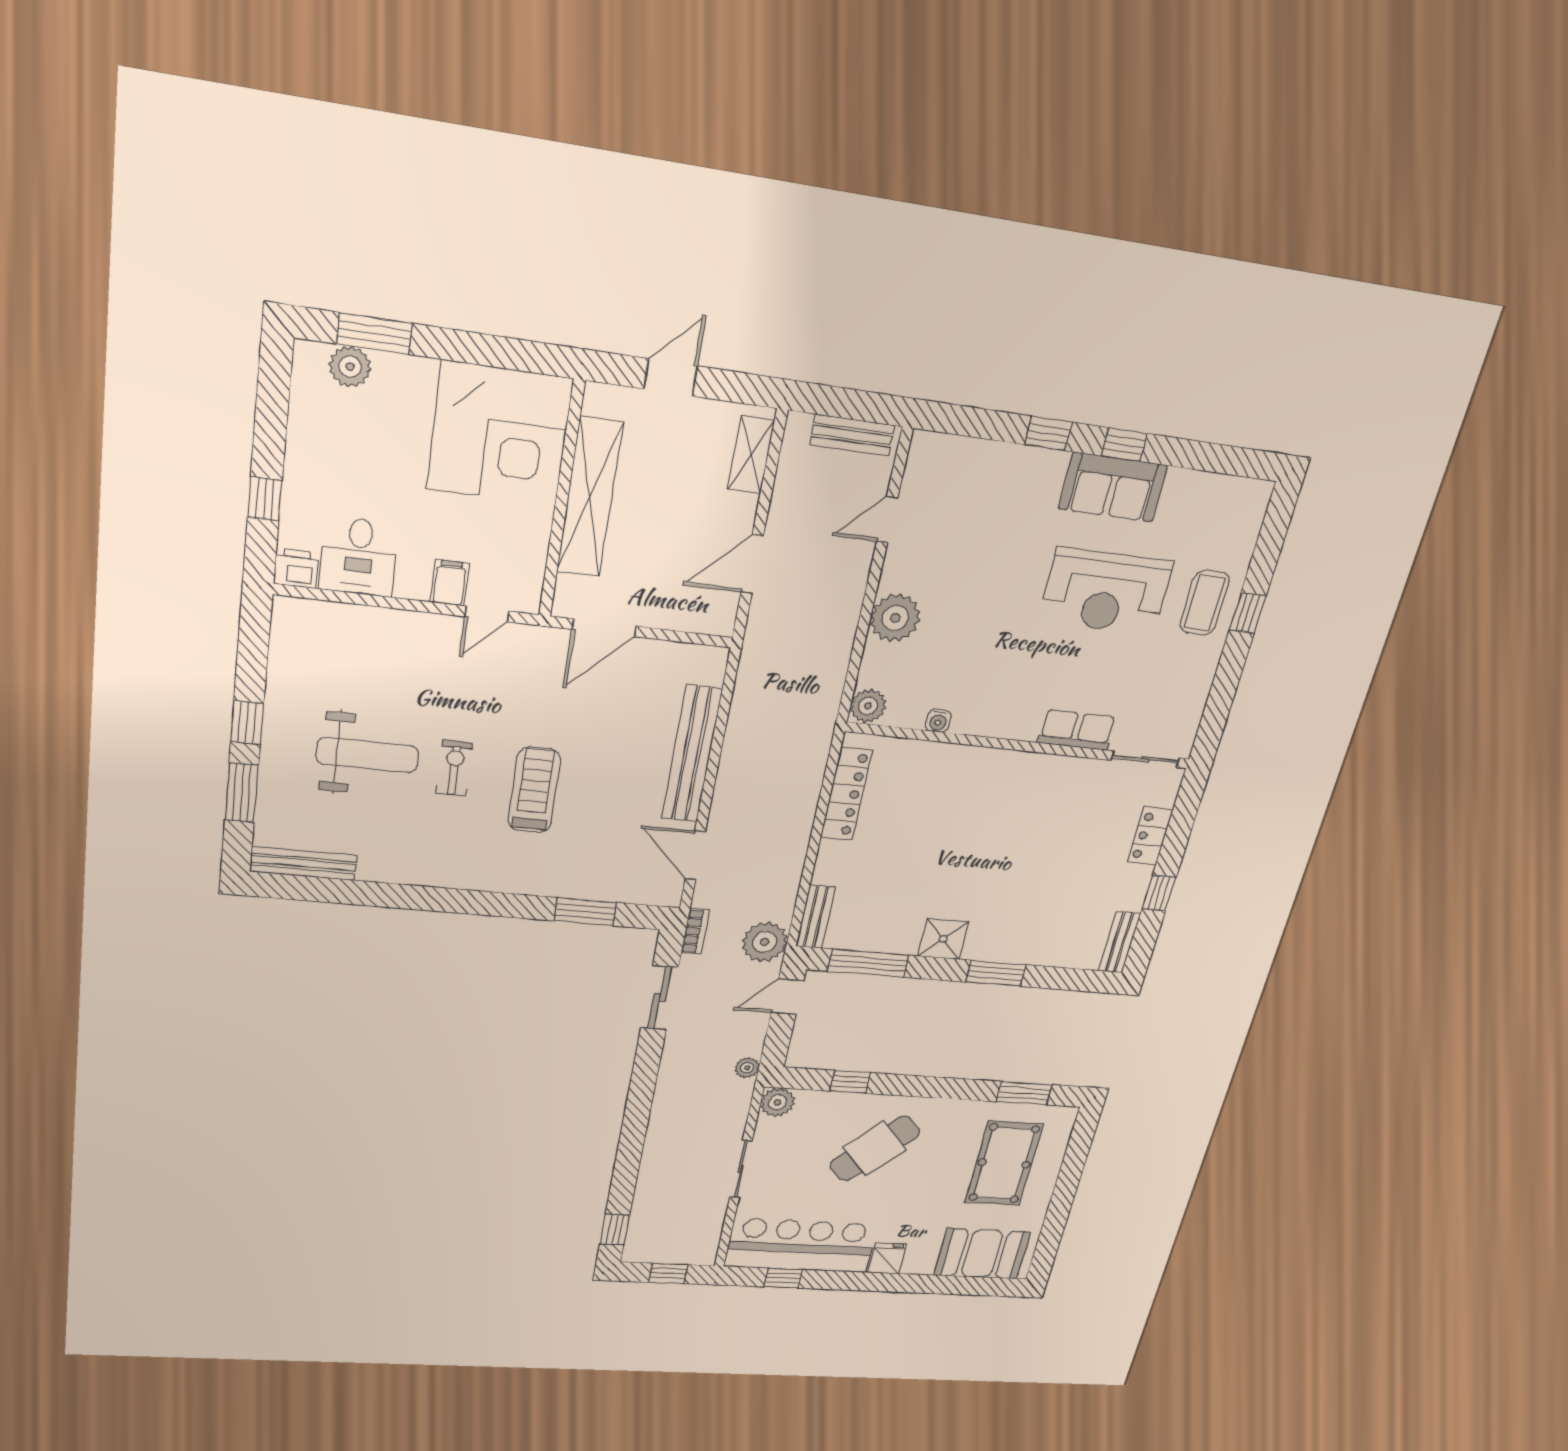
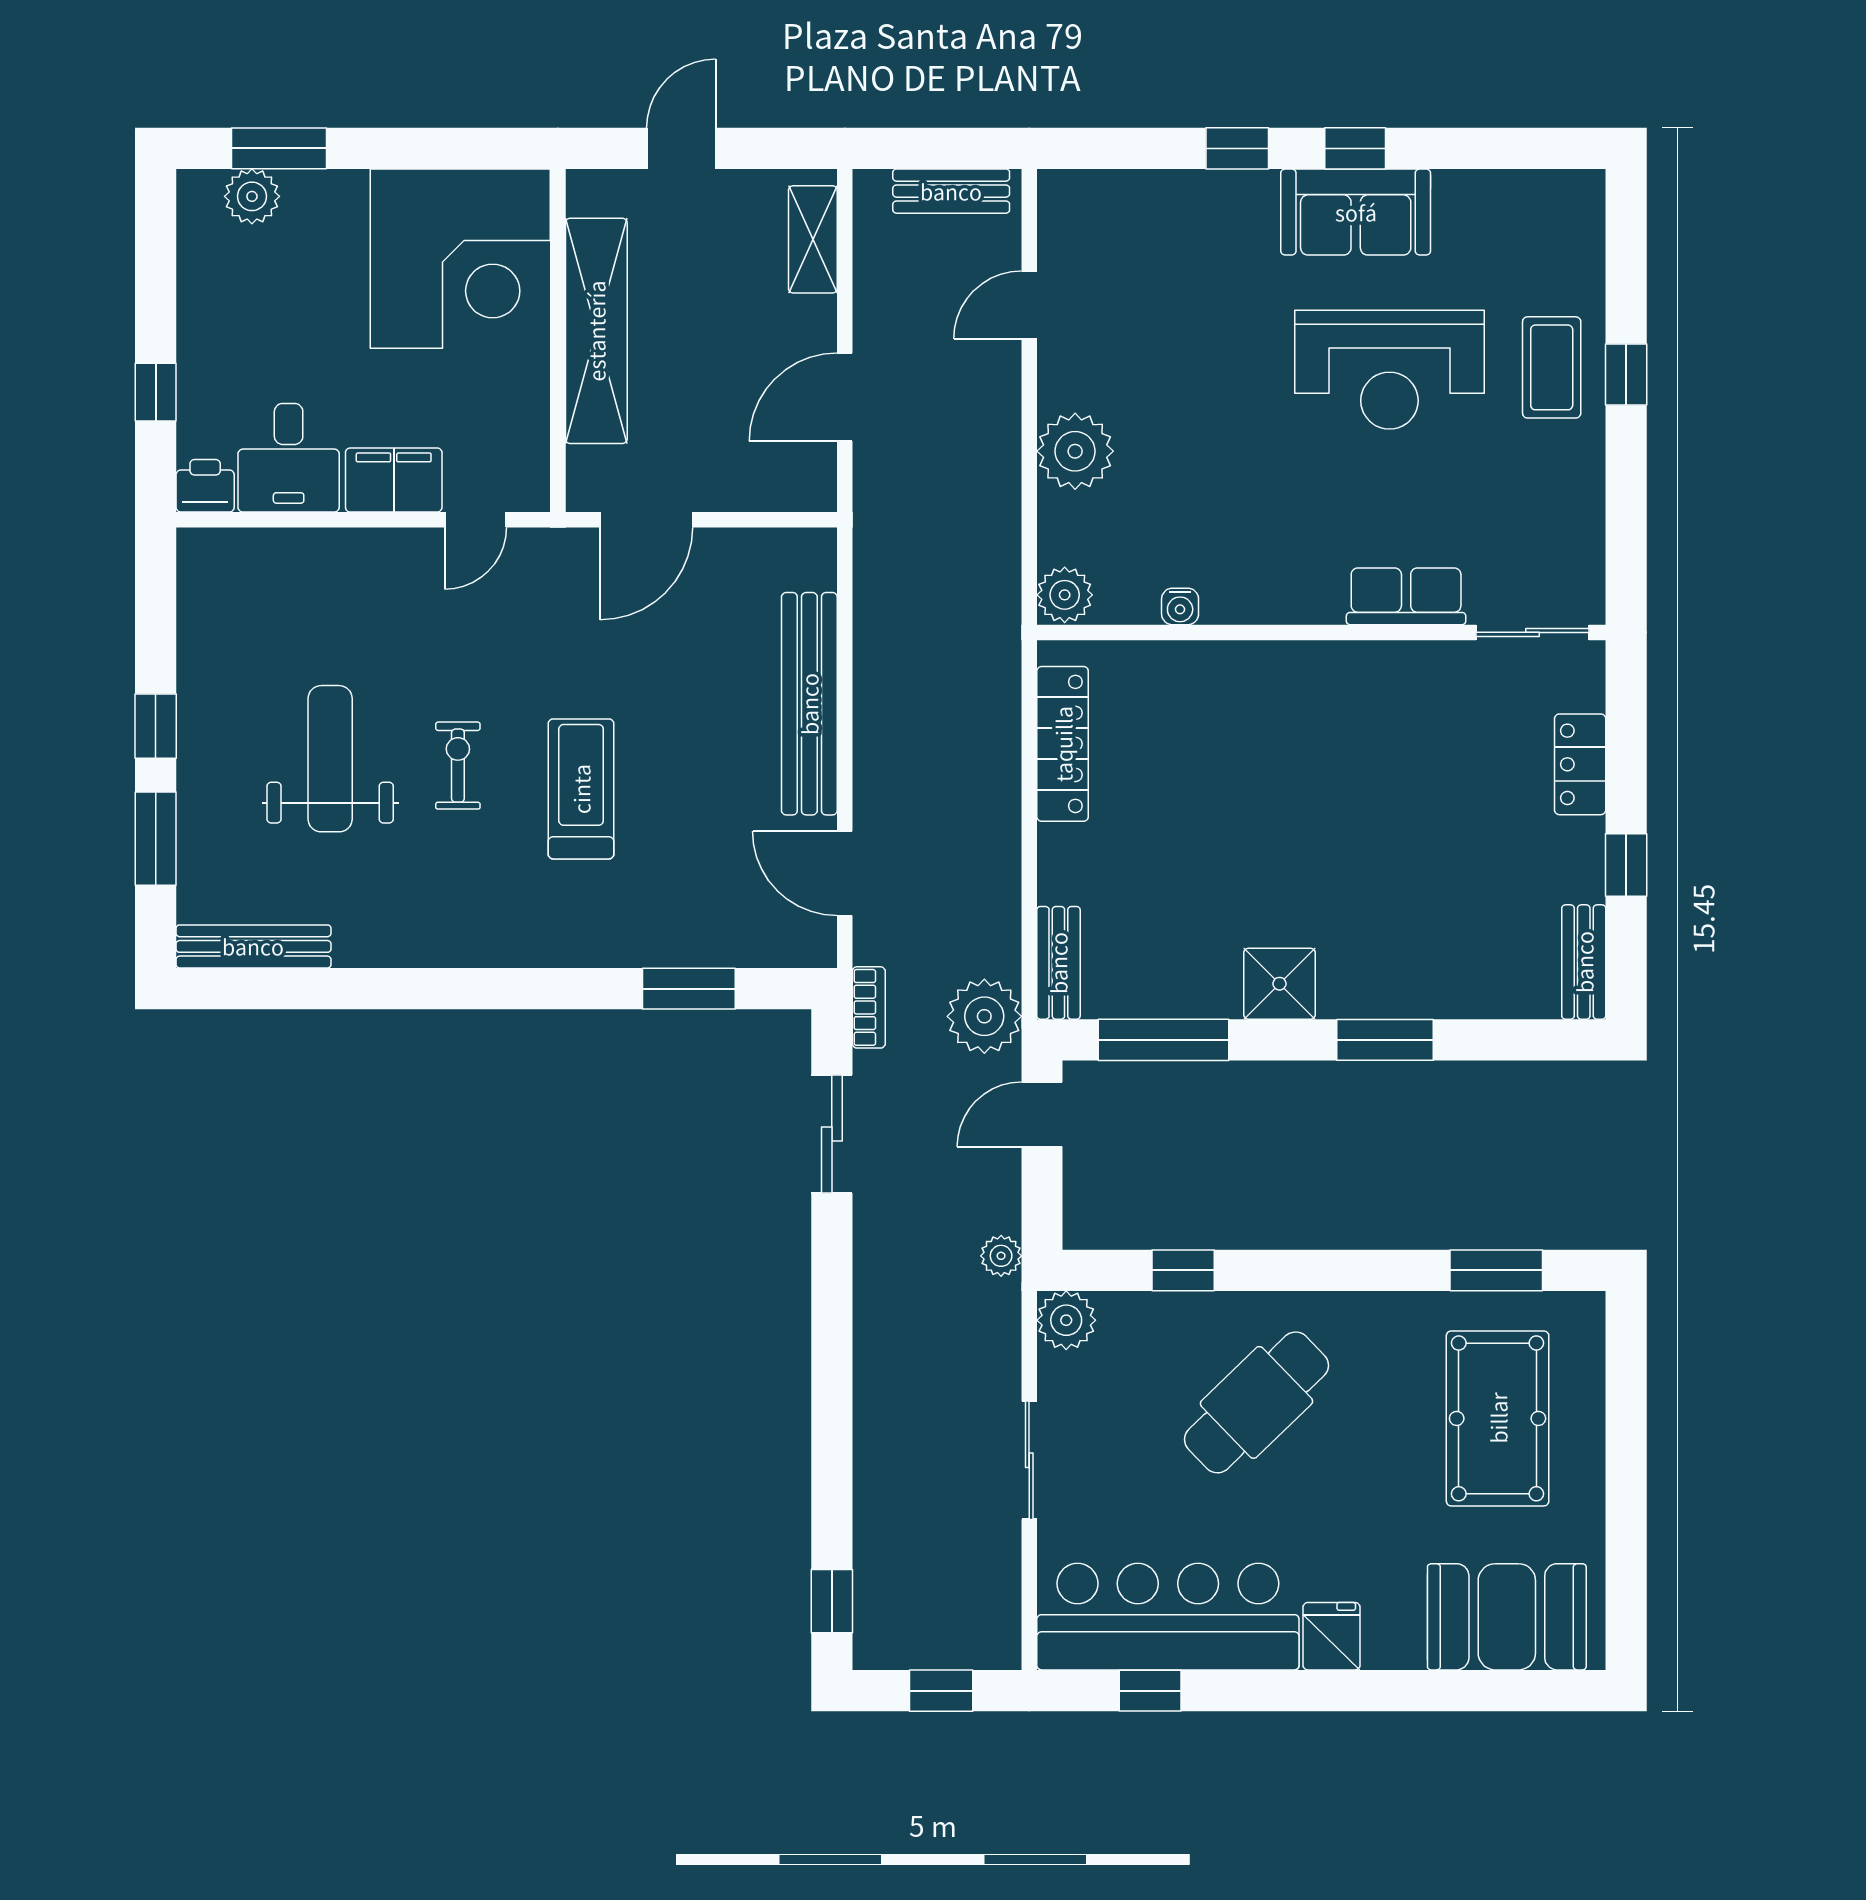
filing cabinet: (450, 583) -> (394, 480), width x2.00
weight bench: (367, 755) -> (330, 759), turned -90

